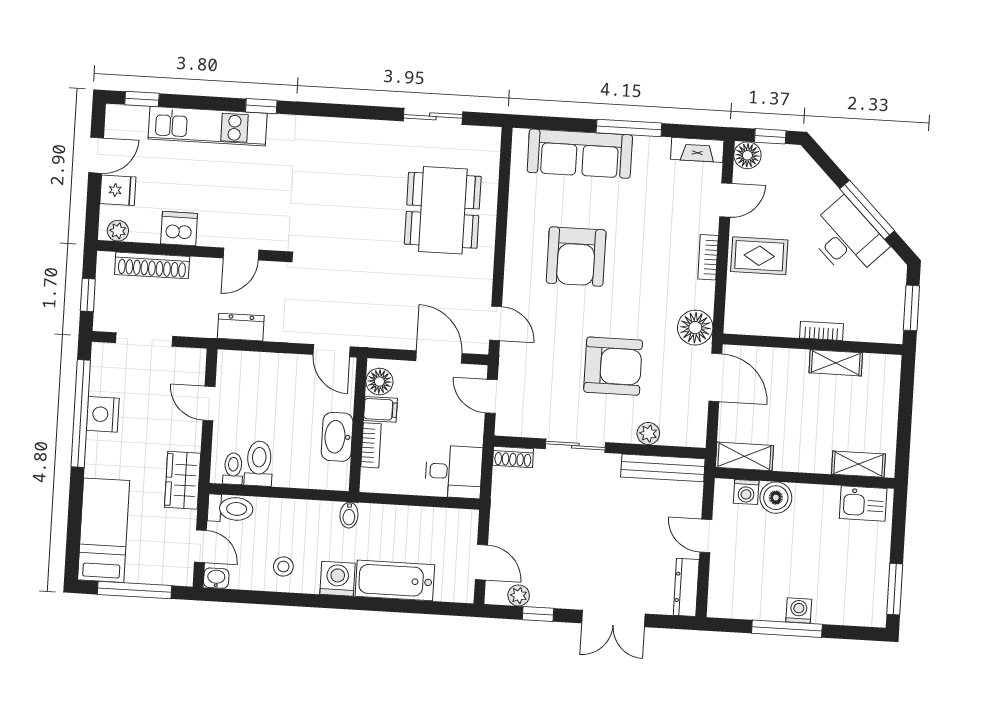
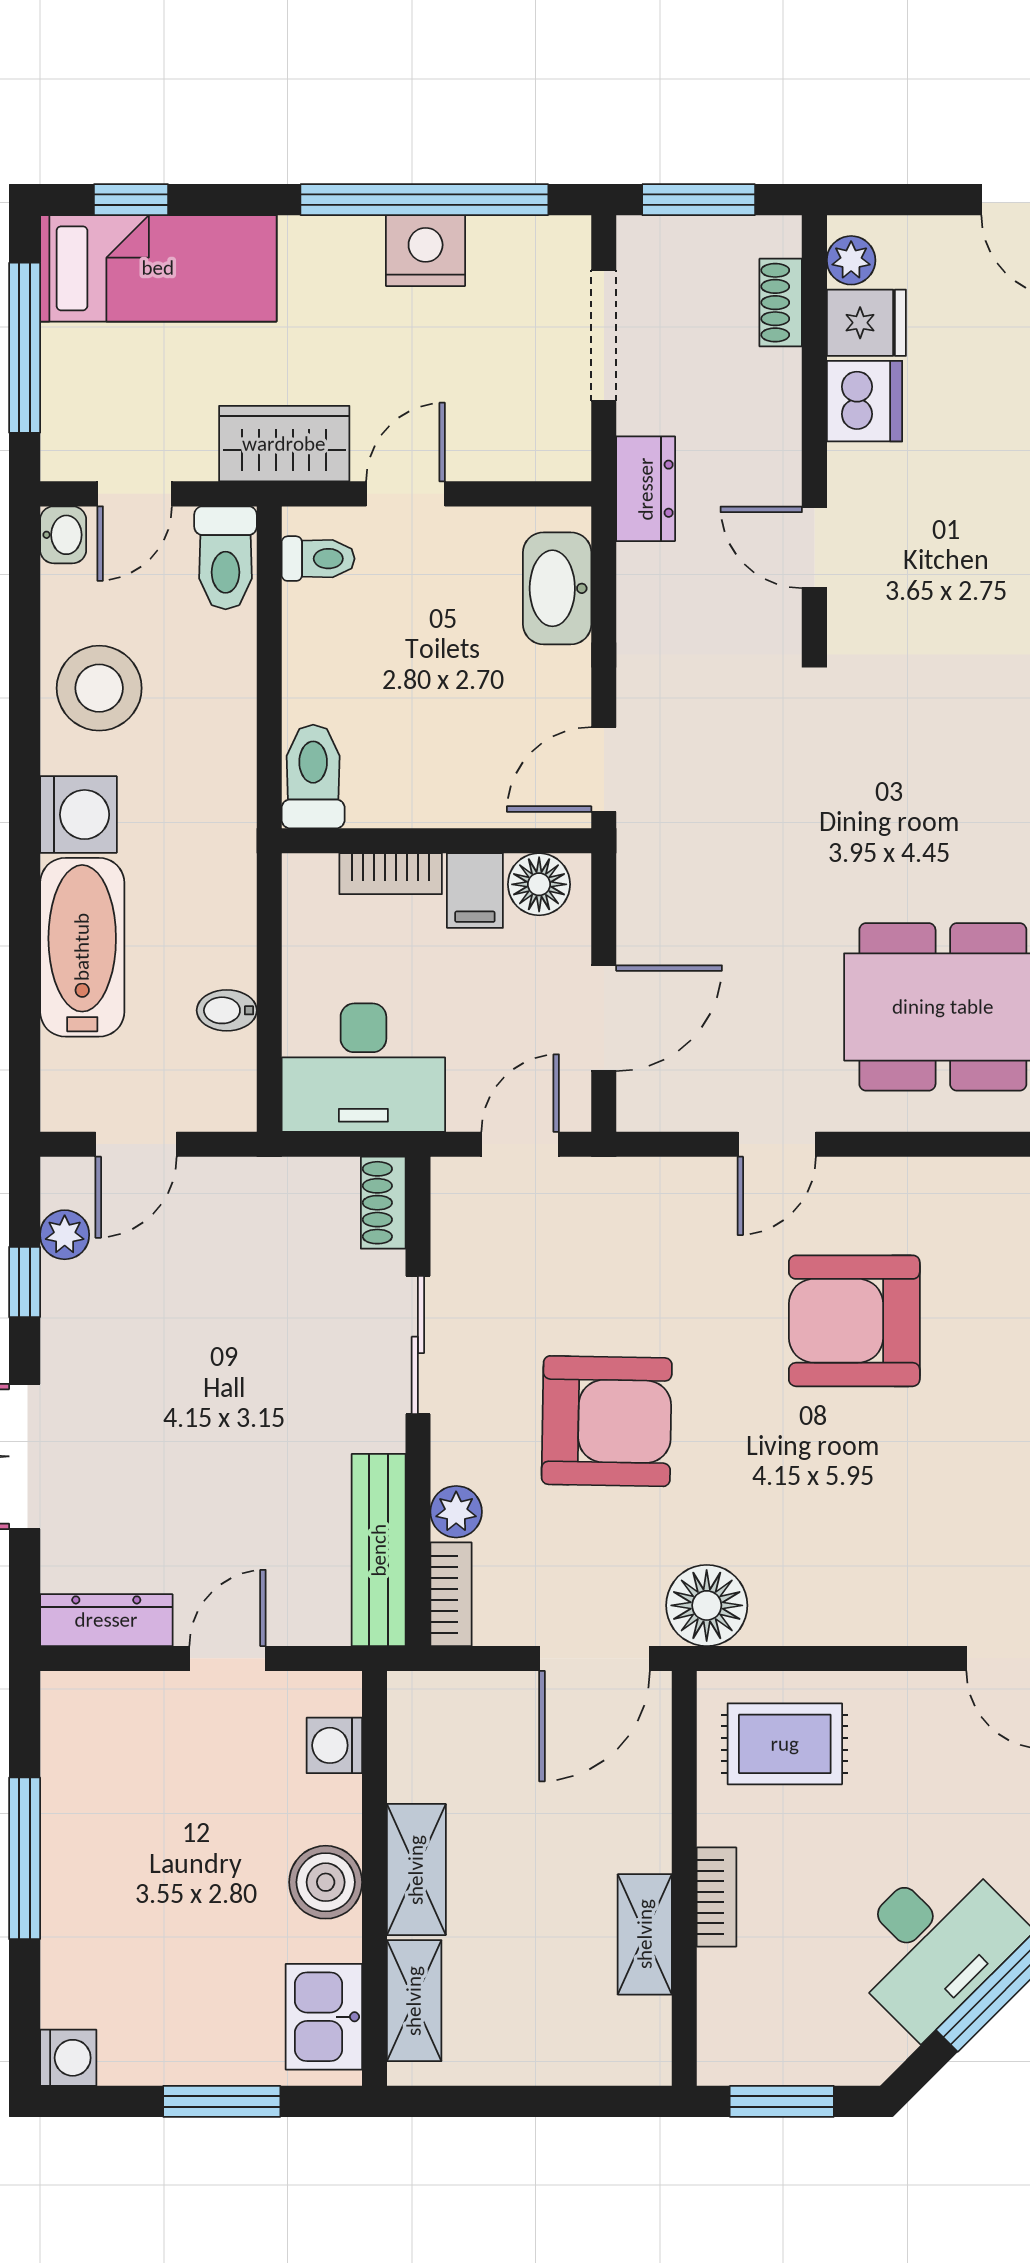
fridge: (118, 190) -> (866, 323), moved, turned -90
rug: (759, 256) -> (785, 1744), moved, turned 90
bookcase: (708, 257) -> (451, 1594), moved, turned 90
shoe rack: (152, 265) -> (781, 303), width x0.51, depth x0.81
window: (88, 295) -> (699, 200), width x1.50
door: (496, 323) -> (777, 1144), moved
dresser: (241, 327) -> (646, 489), moved
armchair: (613, 366) -> (607, 1421), turned -89
door: (209, 403) -> (406, 494), moved
washbasin: (337, 437) -> (557, 588), moved, turned -90
shelving: (744, 456) -> (416, 1870), moved
toilet: (259, 463) -> (313, 777), moved, turned -90
desk: (454, 472) -> (363, 1068), width x1.37
boiler: (776, 498) -> (326, 1882), moved
bidet: (349, 515) -> (227, 1010), moved
window: (73, 540) -> (131, 200), added
stool: (283, 567) -> (99, 688), width x1.89, depth x1.89
window: (895, 589) -> (222, 2101), moved
washing machine: (799, 611) -> (68, 2058), moved

